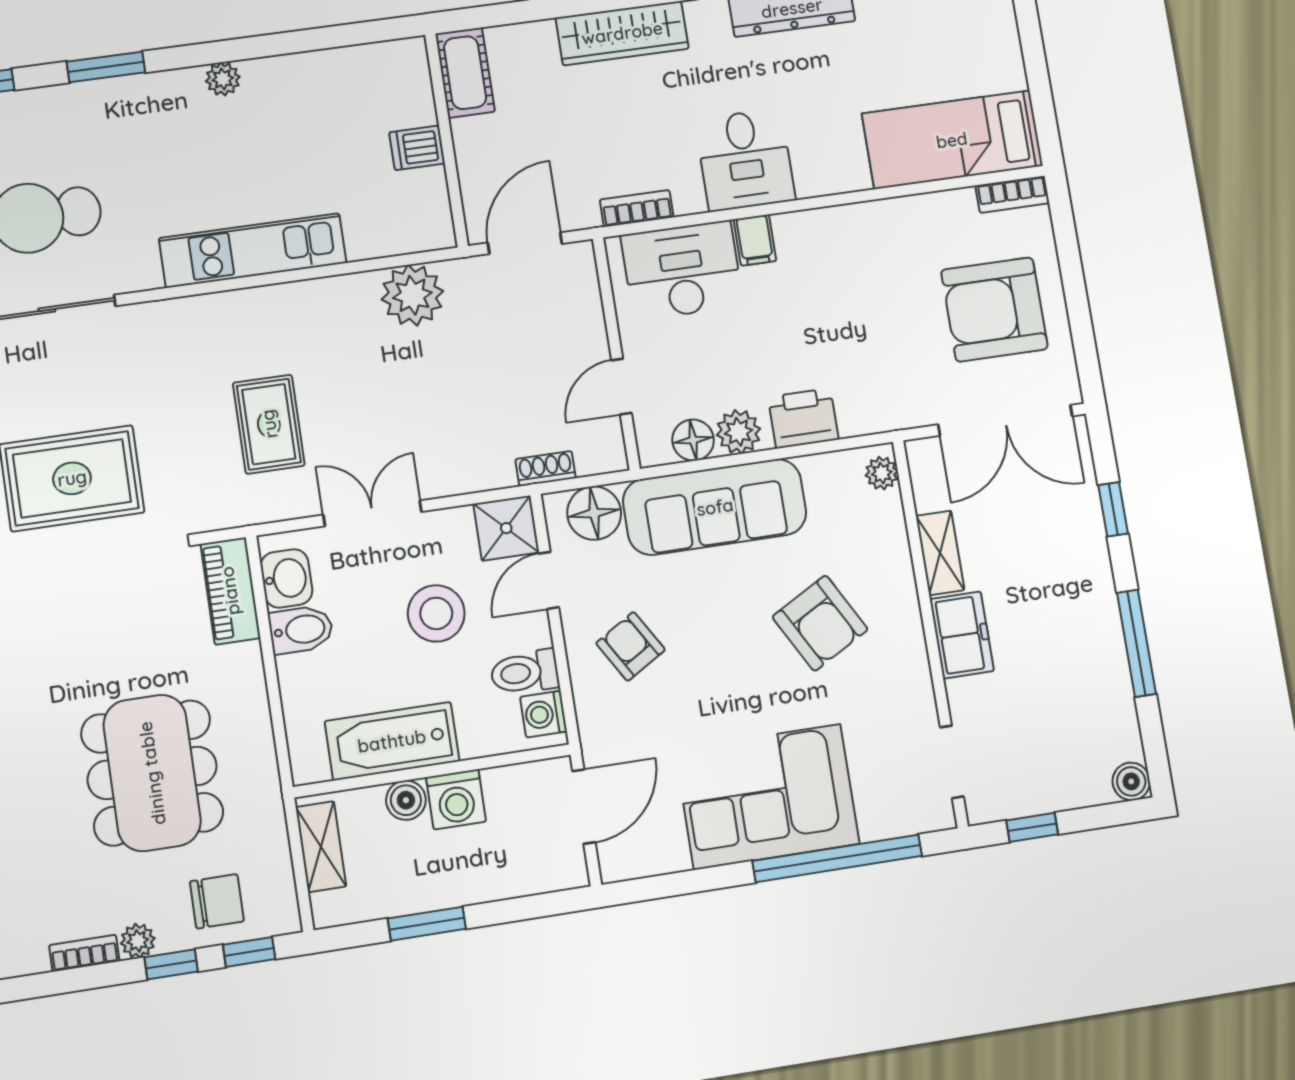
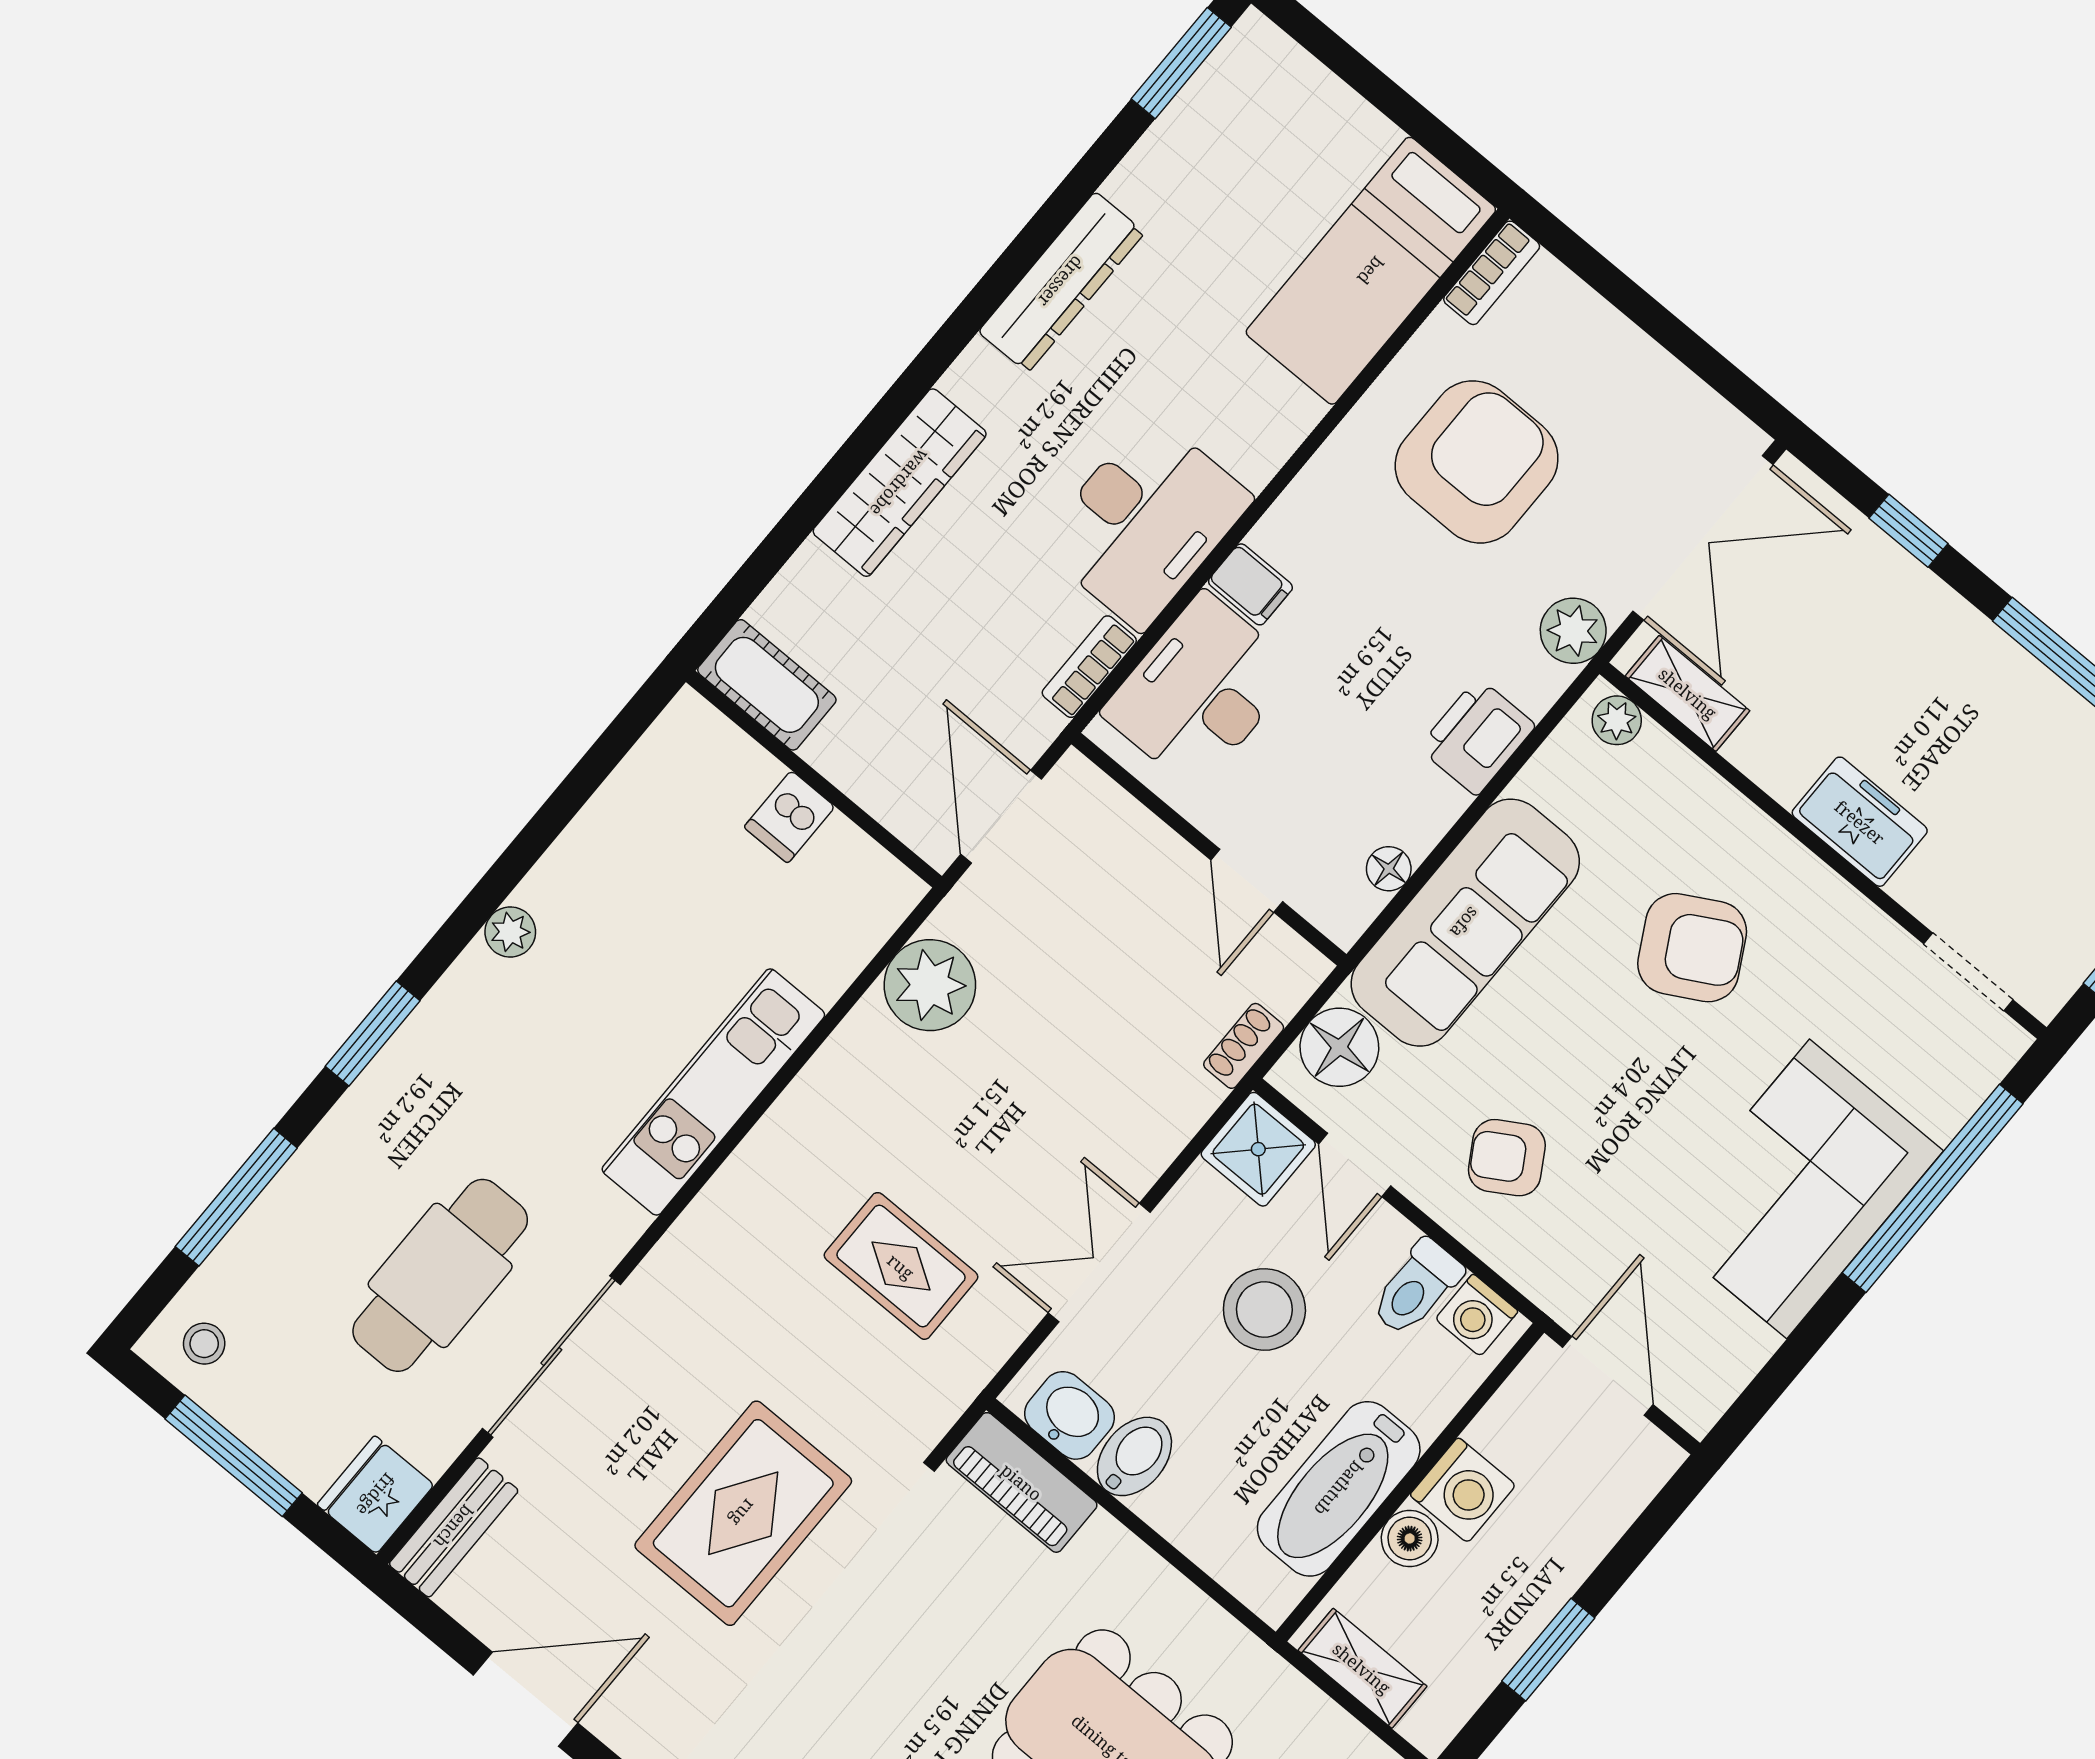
desk: (745, 160) -> (1145, 522), width x1.37
armchair: (994, 310) -> (1477, 462), moved, turned 180
plant: (738, 432) -> (1573, 631), moved
floor lamp: (693, 440) -> (1389, 869), width x0.73, depth x0.73
shelving: (940, 553) -> (1688, 693), moved

